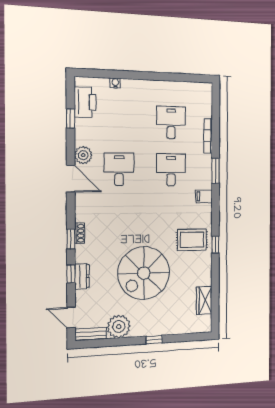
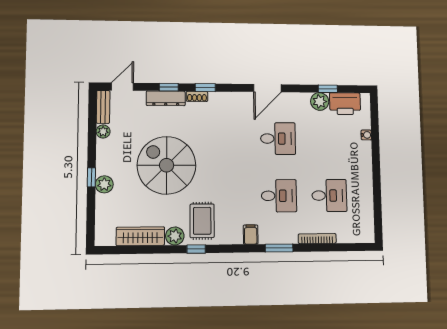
plant: (83, 155) -> (320, 101), moved
shoe rack: (80, 233) -> (197, 96), moved
plant: (204, 264) -> (175, 236), added
dresser: (82, 276) -> (166, 98), width x1.44
wardrobe: (204, 300) -> (140, 236), width x1.50
plant: (119, 327) -> (103, 131), width x0.53, depth x0.53
plant: (160, 328) -> (104, 184), added

